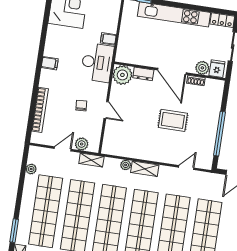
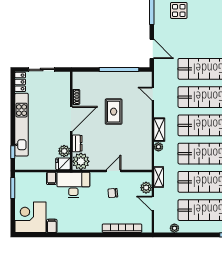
filing cabinet: (50, 63) -> (52, 226), moved
plant: (202, 68) -> (64, 151), moved
fridge: (217, 69) -> (63, 164), moved

